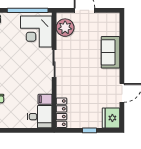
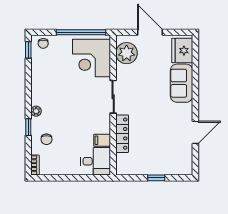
locker: (61, 113) -> (122, 134), moved
fridge: (111, 118) -> (182, 51), moved

